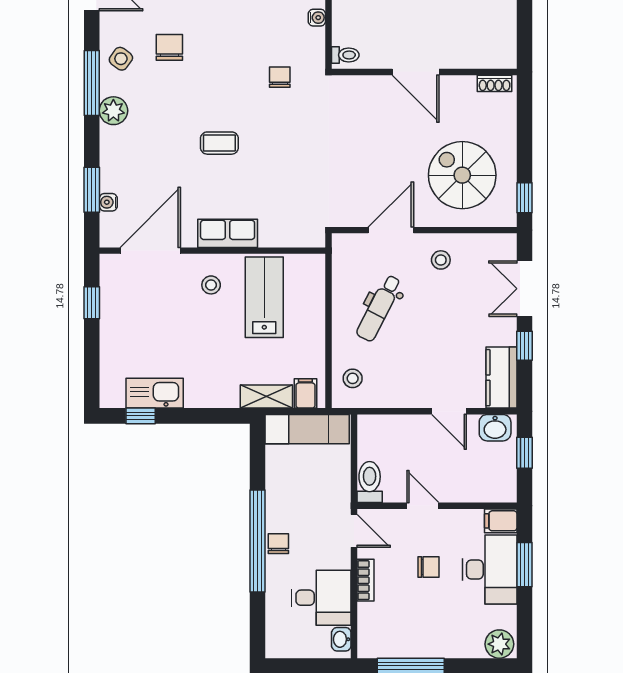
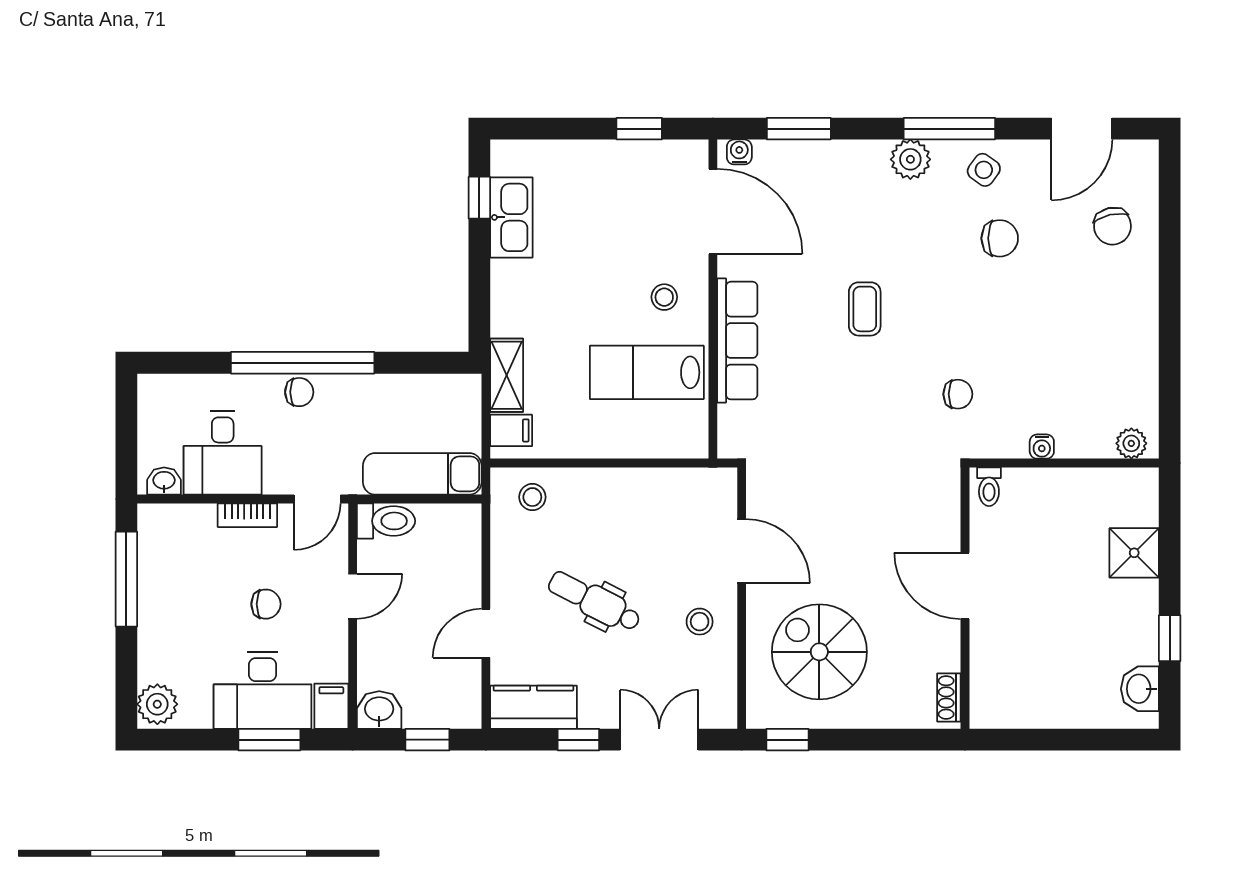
door: (416, 72) -> (965, 586), hinge flipped
spiral stairs: (462, 175) -> (819, 652), turned -90
water cooler: (108, 202) -> (739, 152), moved
row of seats: (228, 233) -> (737, 341), width x1.48
lab bench: (264, 297) -> (647, 372), turned 180
dental chair: (379, 308) -> (594, 601), moved
washbasin: (495, 428) -> (379, 710), moved, turned 90
exam couch: (307, 429) -> (422, 474), moved, turned 90
chair: (428, 567) -> (266, 604), turned -90

